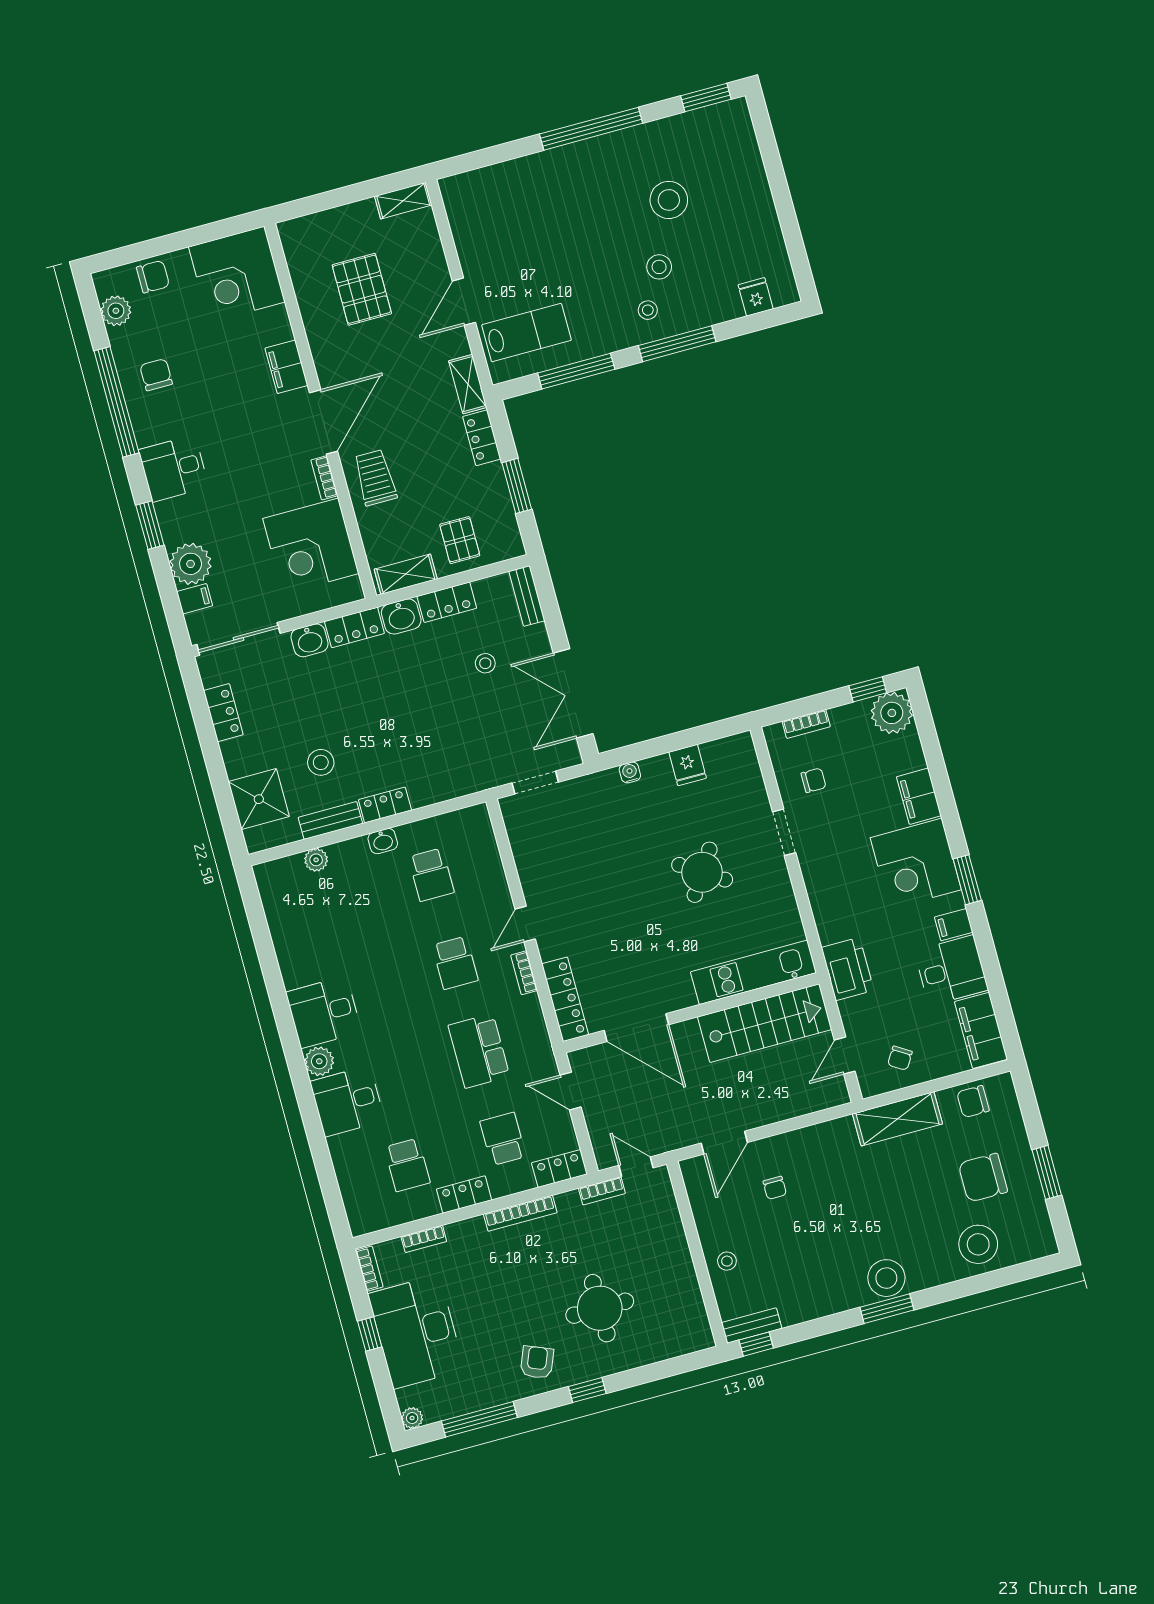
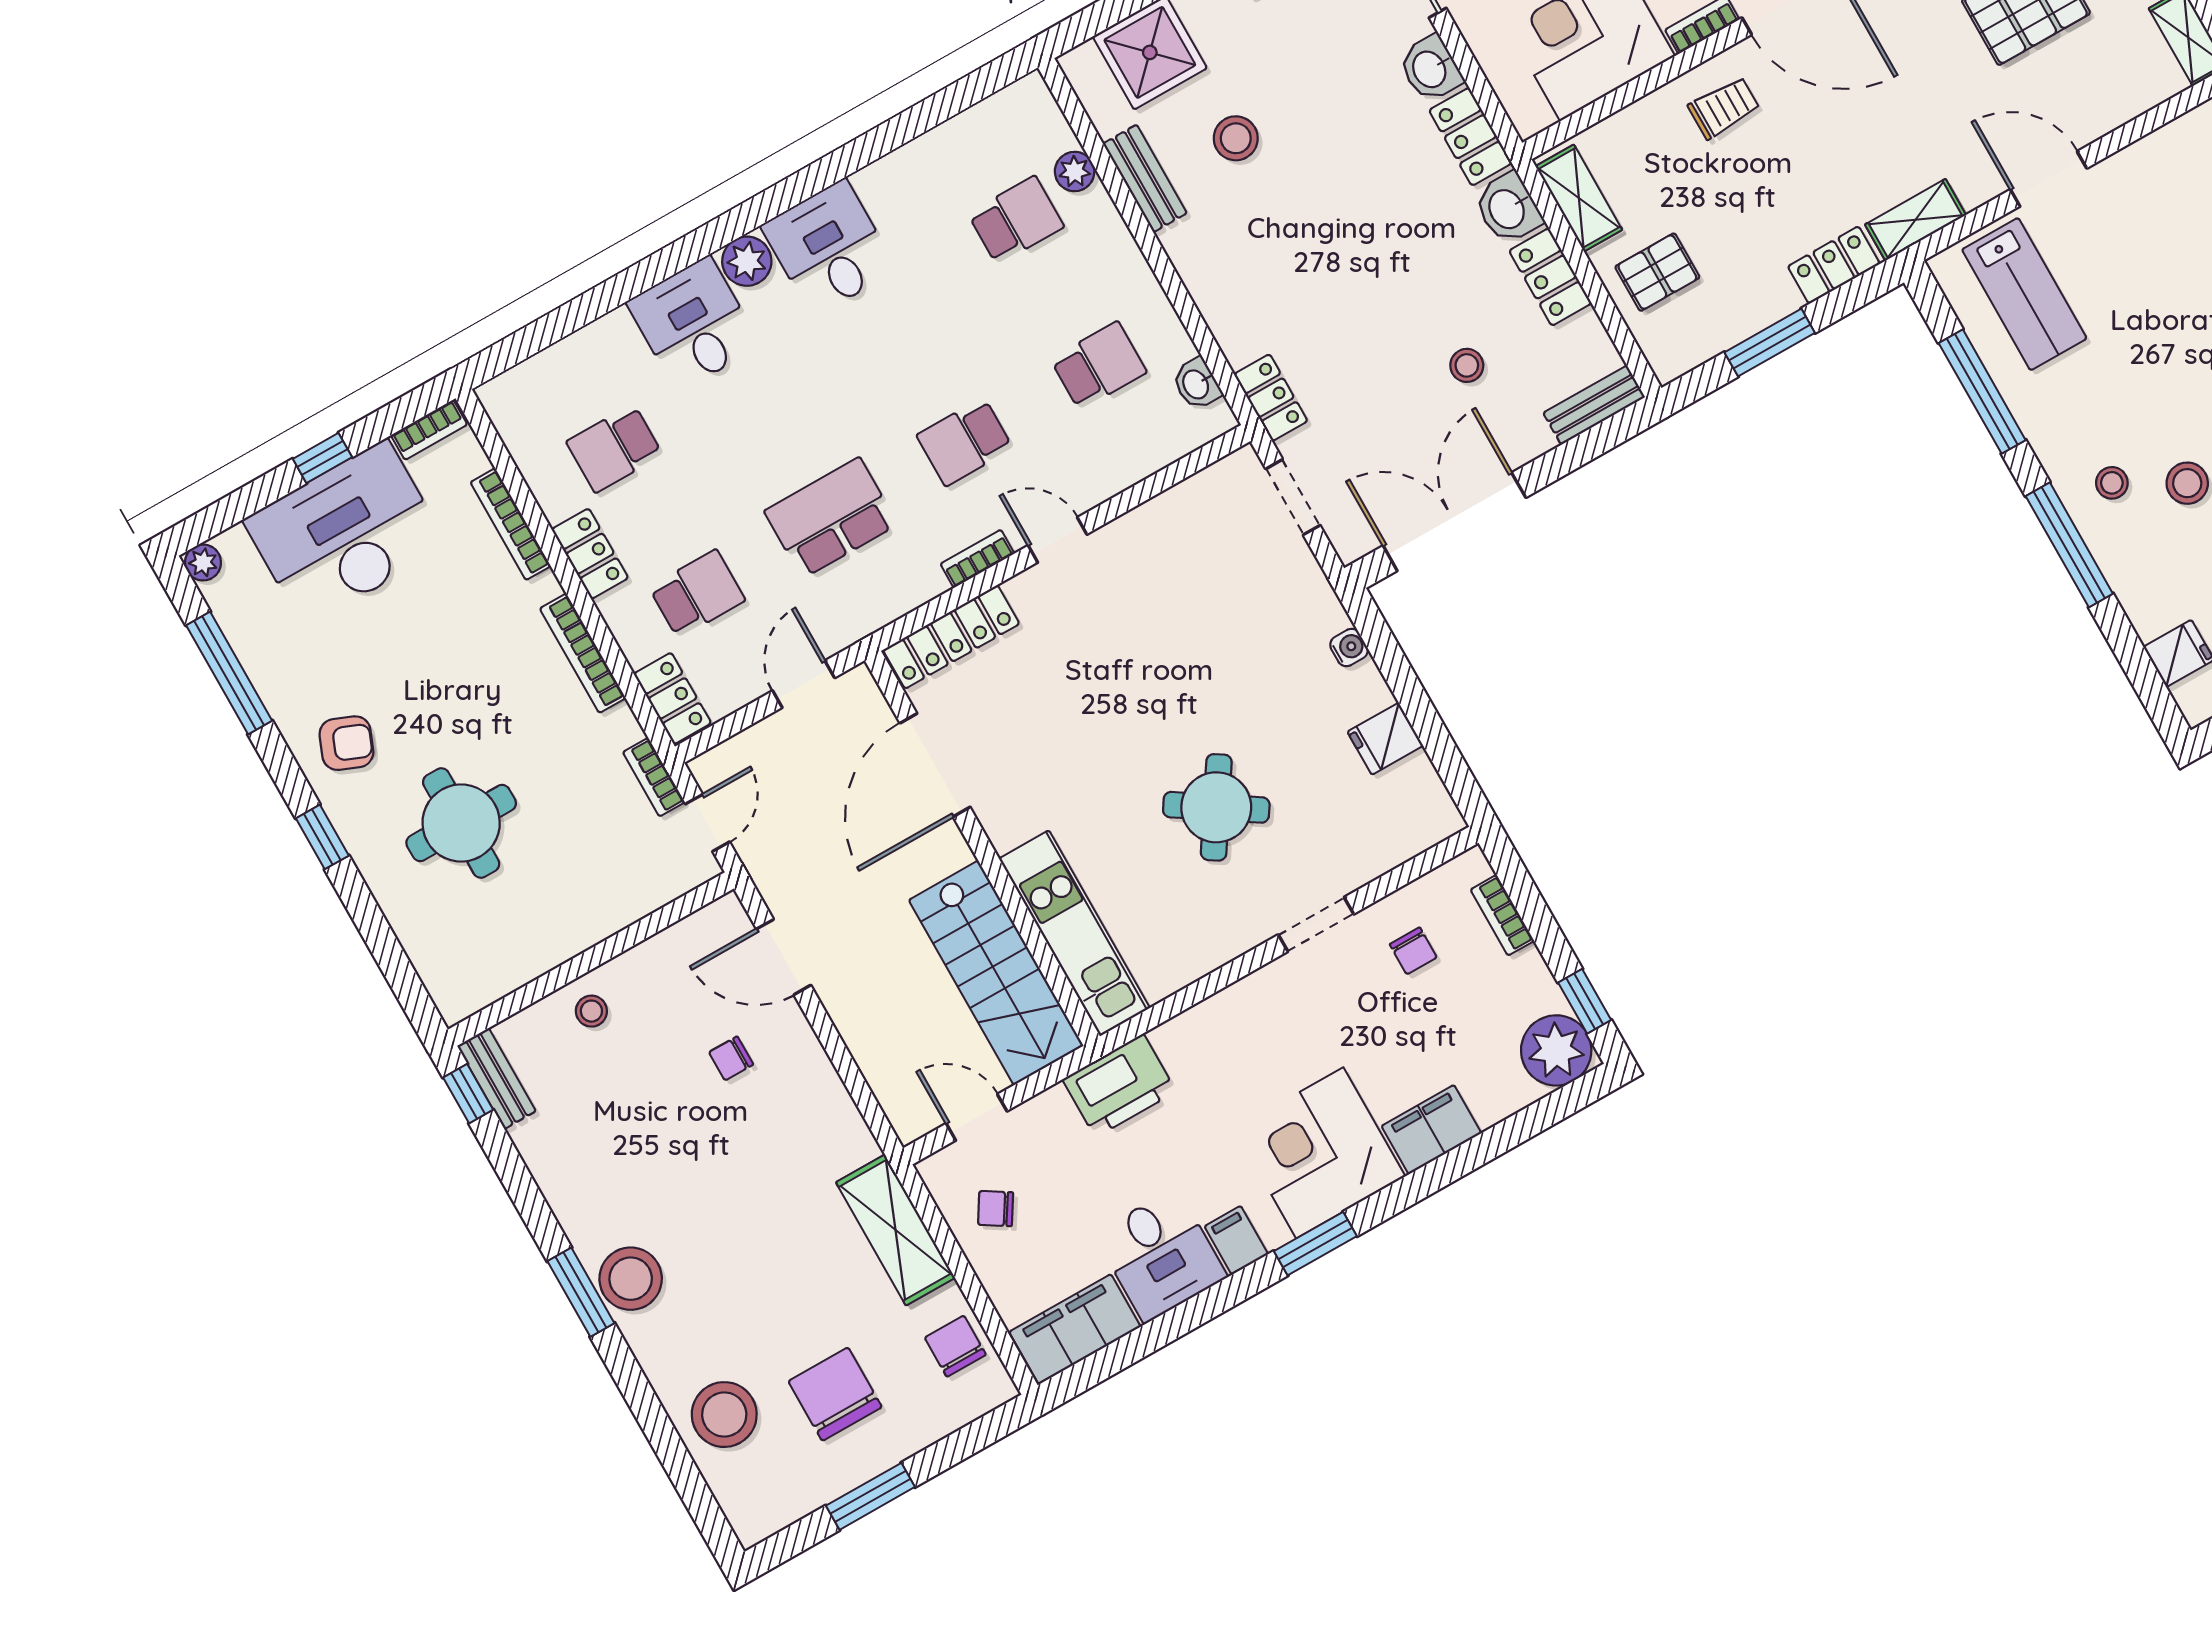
trolley: (375, 478) -> (1724, 108), width x0.73, depth x0.72
locker: (385, 805) -> (1271, 398), moved
washbasin: (383, 841) -> (1197, 384), moved
school desk: (431, 875) -> (1099, 366), turned 180
school desk: (335, 901) -> (1016, 220), added
bookcase: (424, 1239) -> (511, 524), width x1.56

